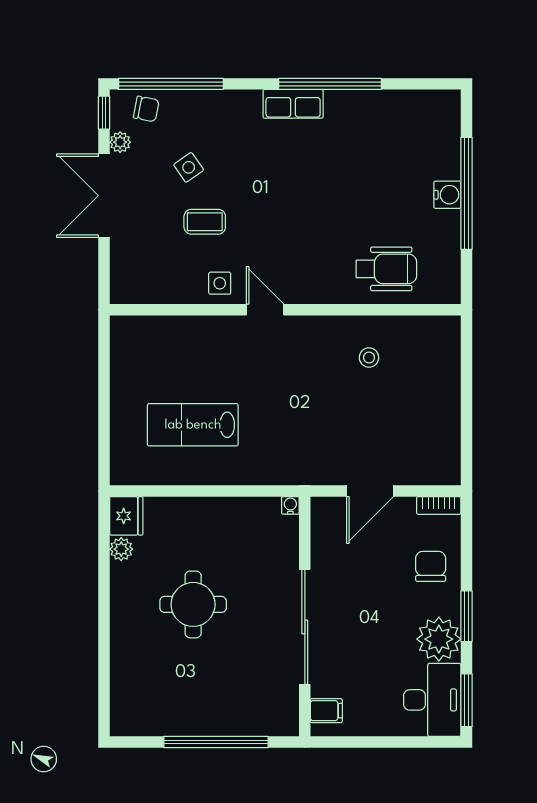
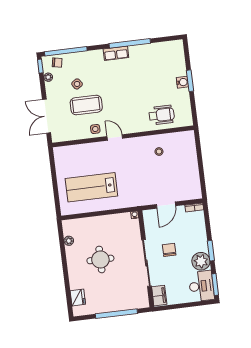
window: (466, 193) -> (190, 81), width x0.47
double door: (104, 196) -> (46, 116), moved
coffee table: (205, 222) -> (86, 105), width x1.86, depth x1.72
lab bench: (193, 425) -> (91, 187), width x1.36, depth x1.39
fridge: (126, 516) -> (78, 298), moved
chair: (431, 566) -> (169, 250), moved
filing cabinet: (326, 711) -> (159, 296), width x2.00

